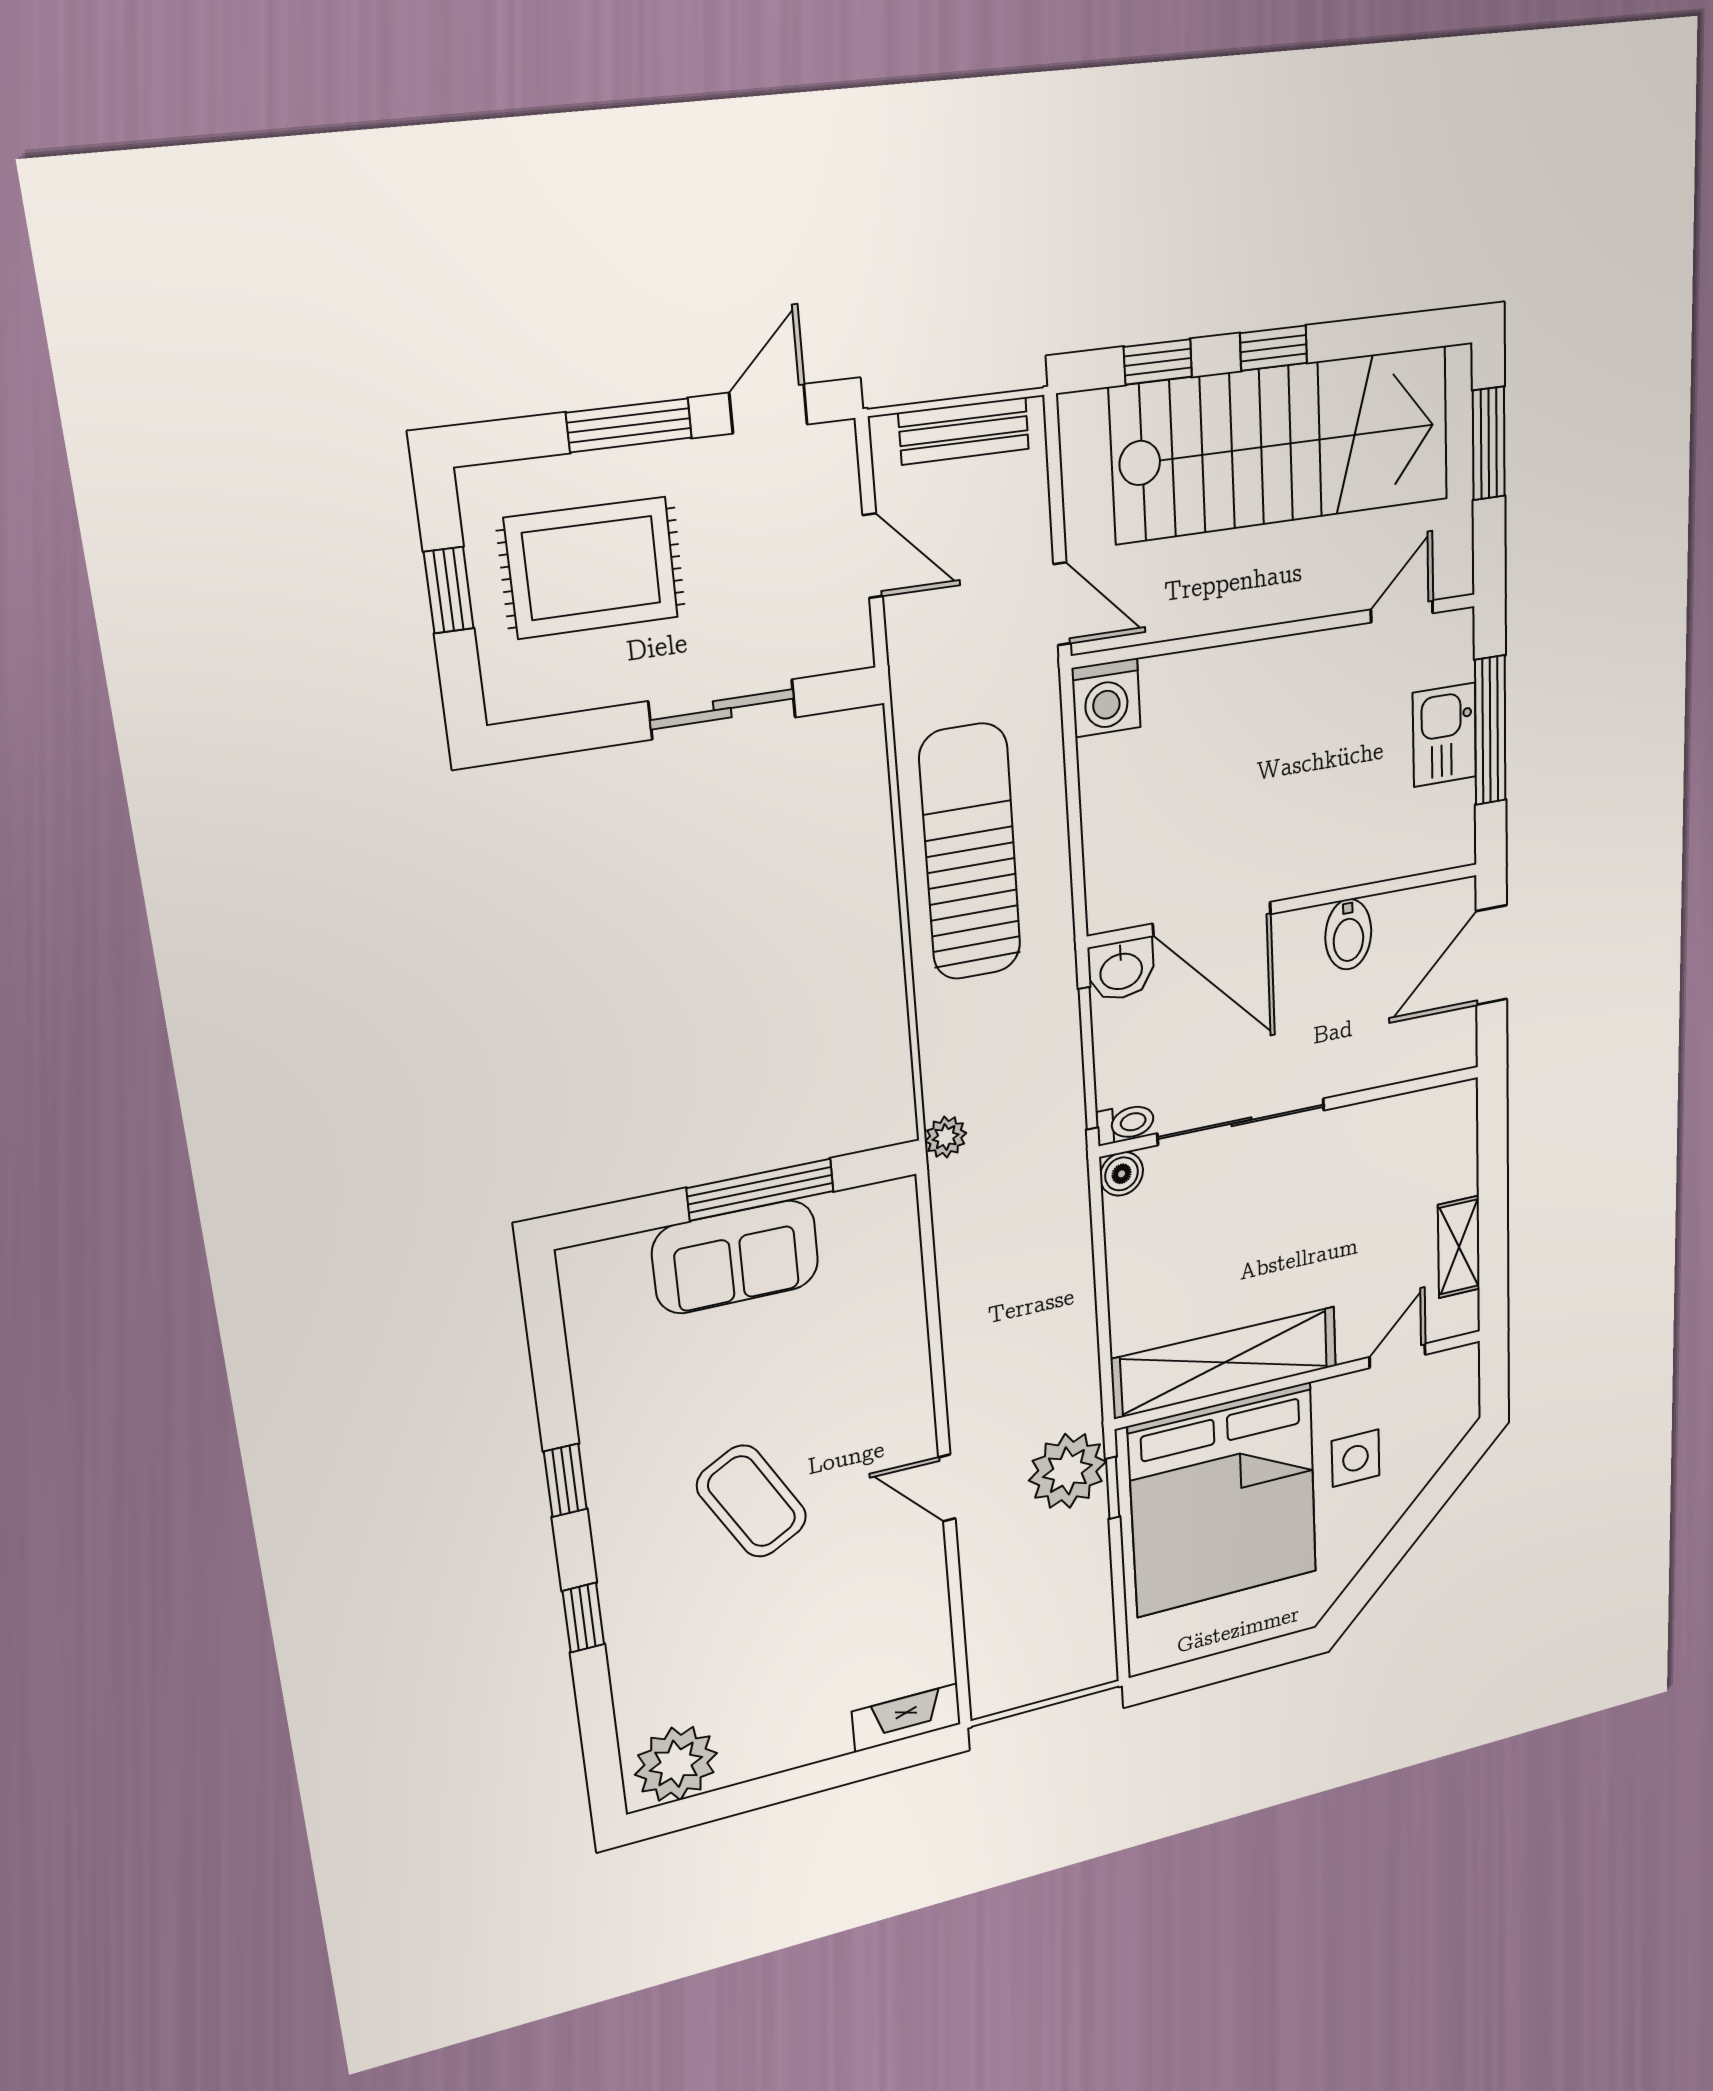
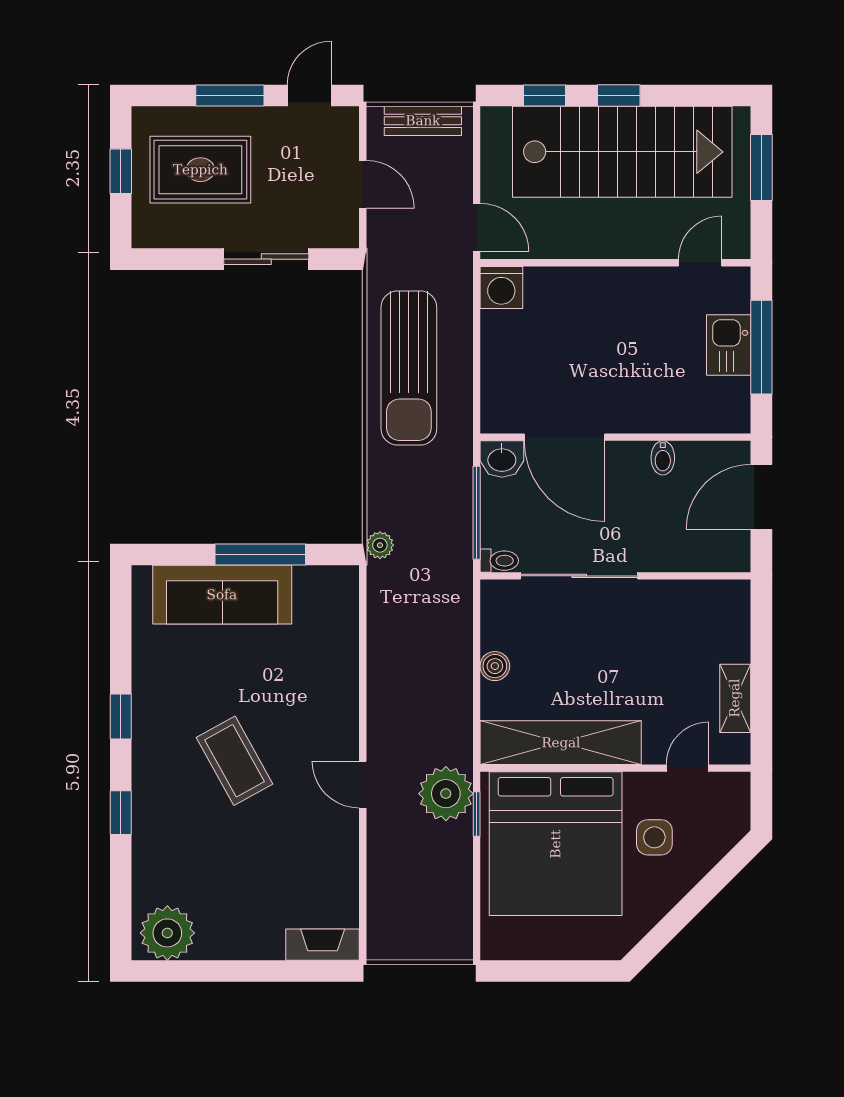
sun lounger: (970, 853) -> (409, 368), turned 180
bidet: (1348, 934) -> (663, 458), width x0.72, depth x0.74
boiler: (1122, 1174) -> (495, 666), moved
sofa: (736, 1257) -> (222, 595), width x1.36

